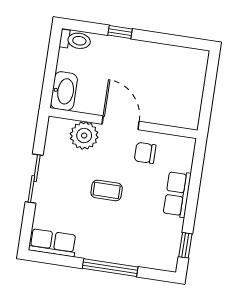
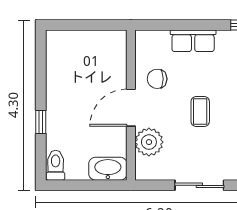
chair: (145, 153) -> (157, 79), turned 90

